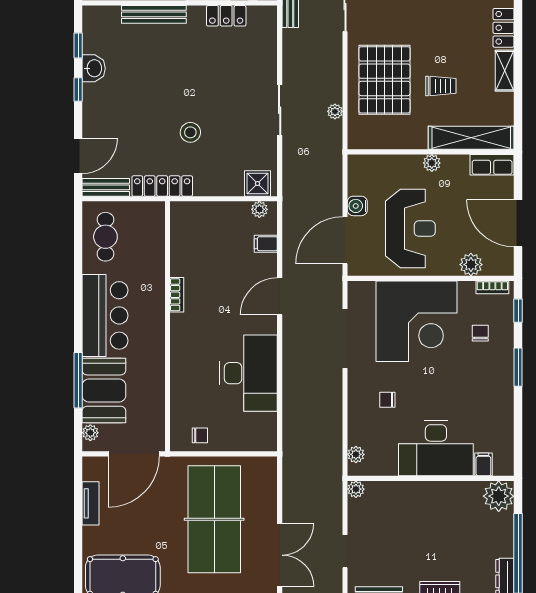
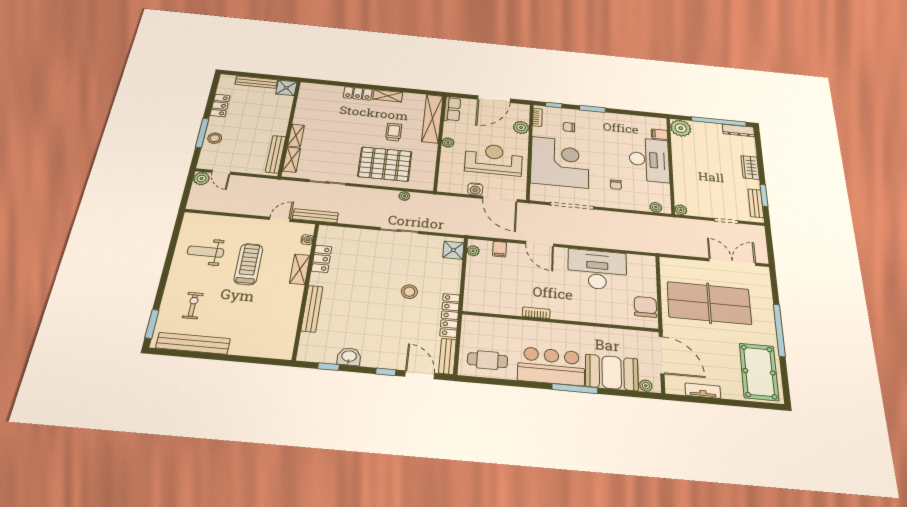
window: (78, 90) -> (386, 372), moved
window: (78, 380) -> (575, 389), moved
chair: (200, 435) -> (645, 307), width x1.87, depth x1.87

